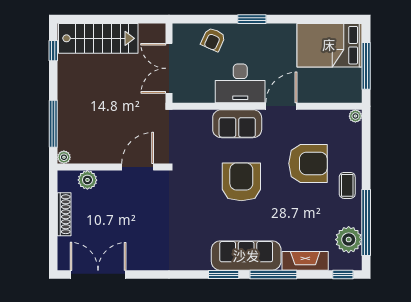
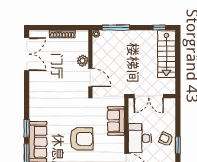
armchair: (213, 39) -> (166, 139), moved
double door: (169, 68) -> (149, 96), swing flipped
sofa: (237, 124) -> (116, 121), moved
plant: (87, 180) -> (83, 61), moved

